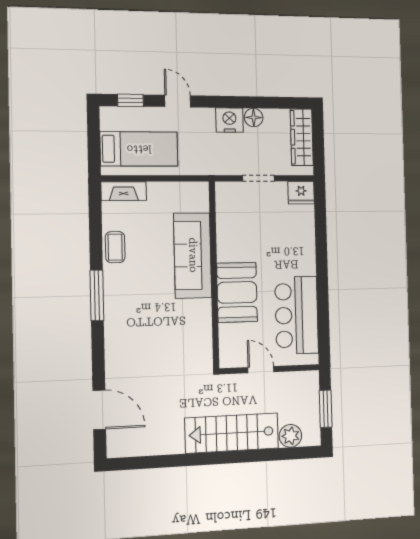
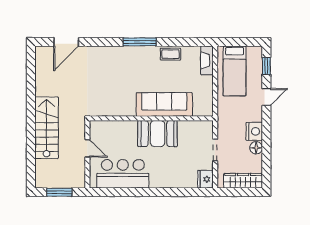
booth: (237, 292) -> (157, 134), moved
door: (261, 370) -> (87, 148), hinge flipped
plant: (290, 436) -> (42, 167), removed

